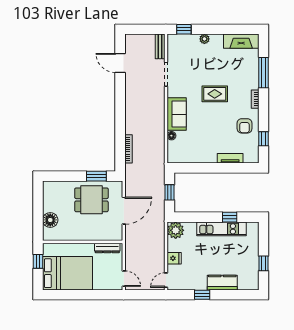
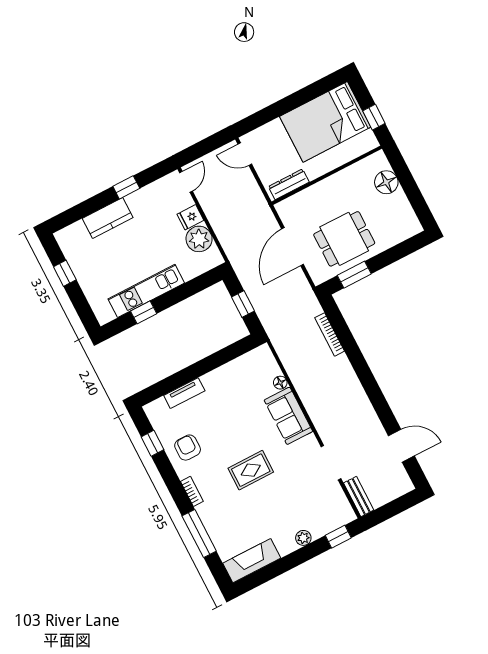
plant: (176, 230) -> (199, 239), moved

